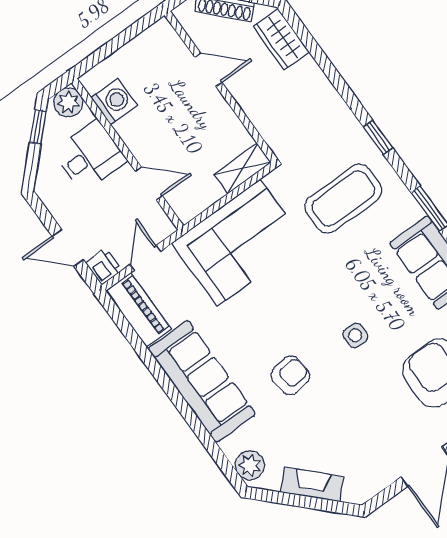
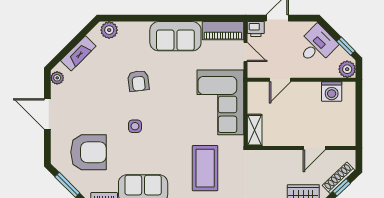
desk: (90, 156) -> (317, 45), moved, turned -135
sofa: (202, 381) -> (175, 36), width x0.73
plant: (366, 489) -> (57, 78), added

